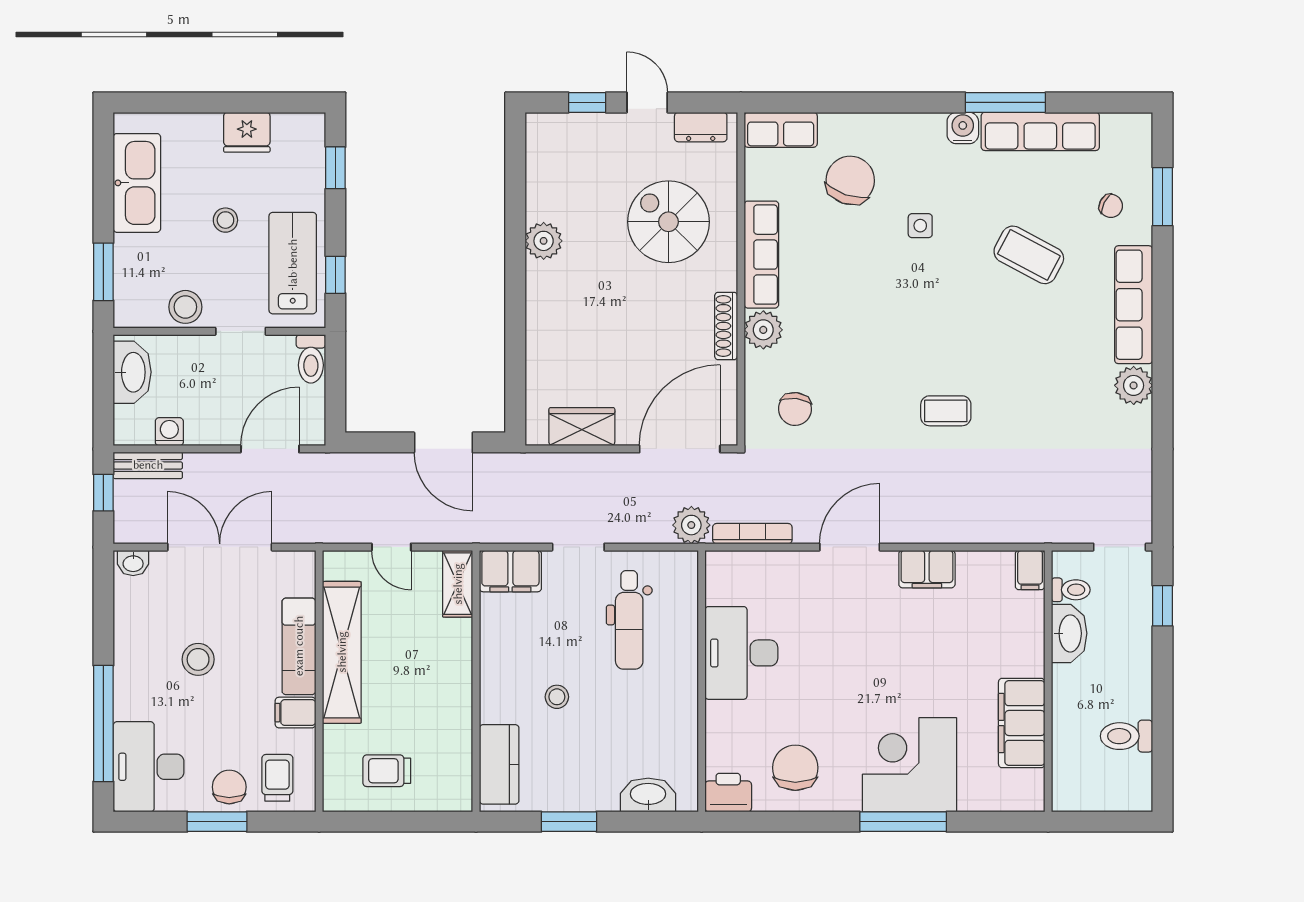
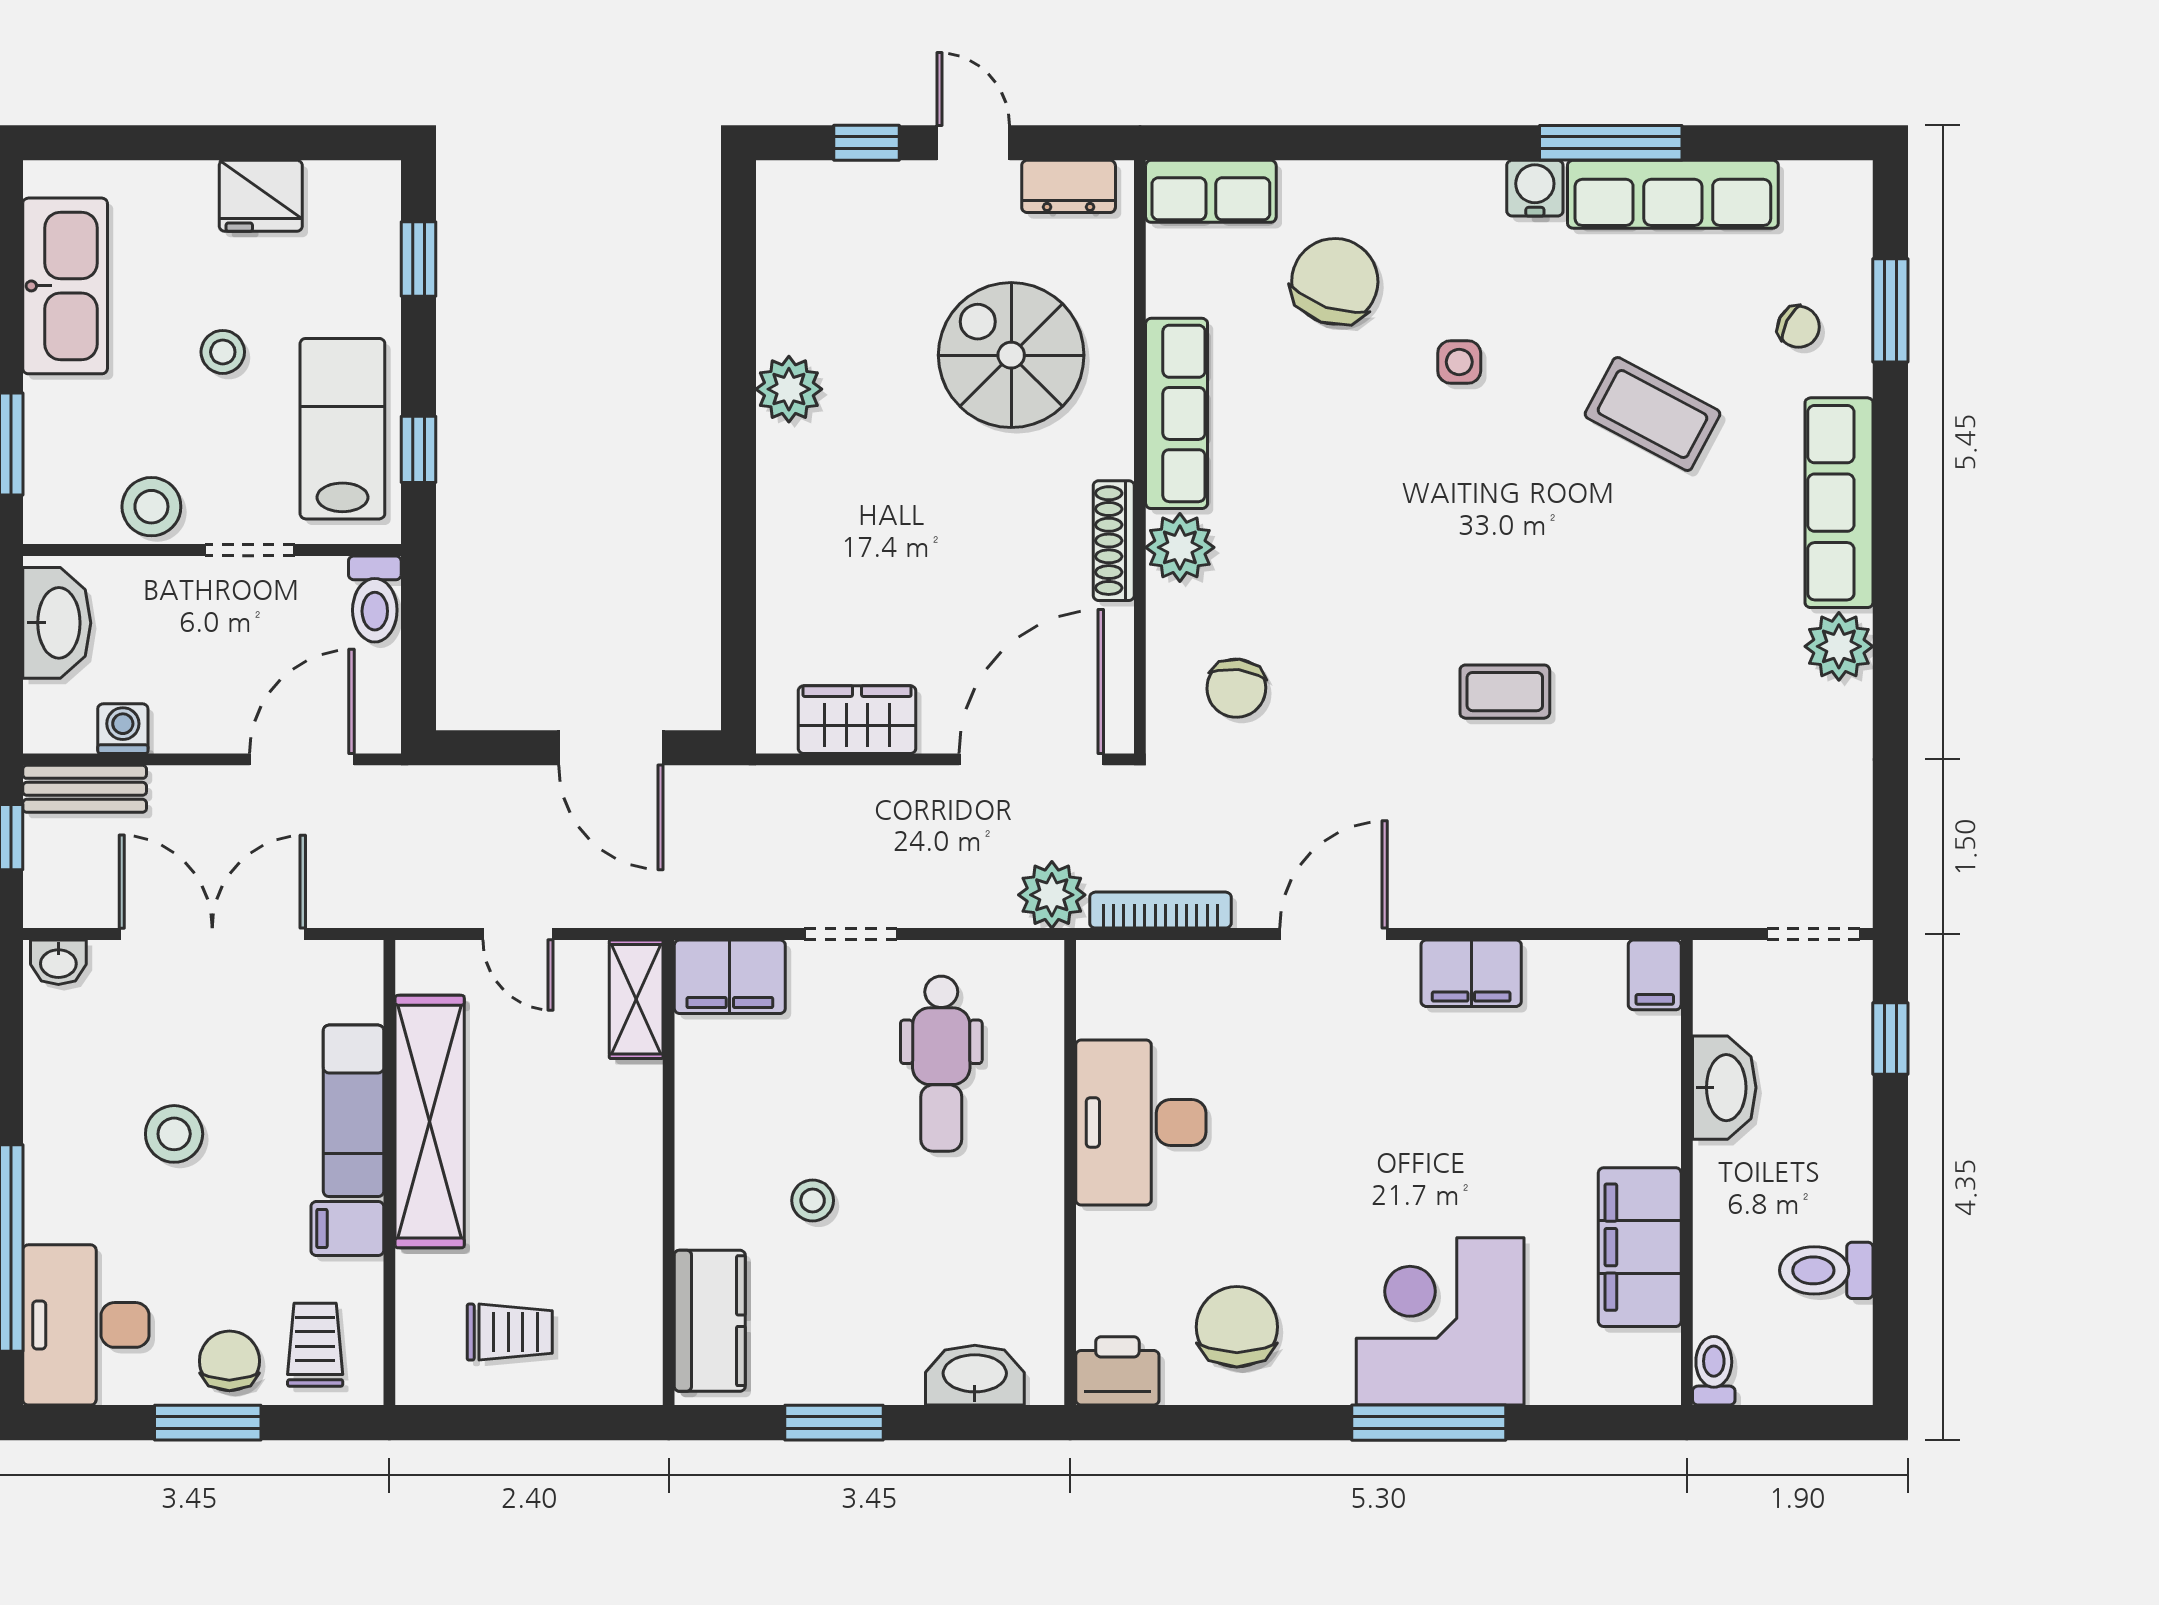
toilet: (1071, 590) -> (1714, 1371), moved, turned -90
trolley: (387, 771) -> (510, 1332), turned 180

